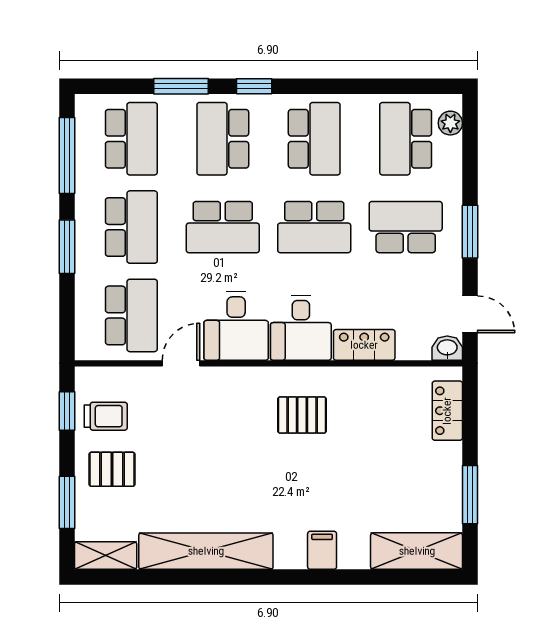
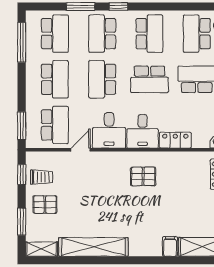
school desk: (223, 227) -> (102, 79), turned 90
window: (67, 247) -> (22, 126), moved
filing cabinet: (322, 550) -> (170, 246), moved

